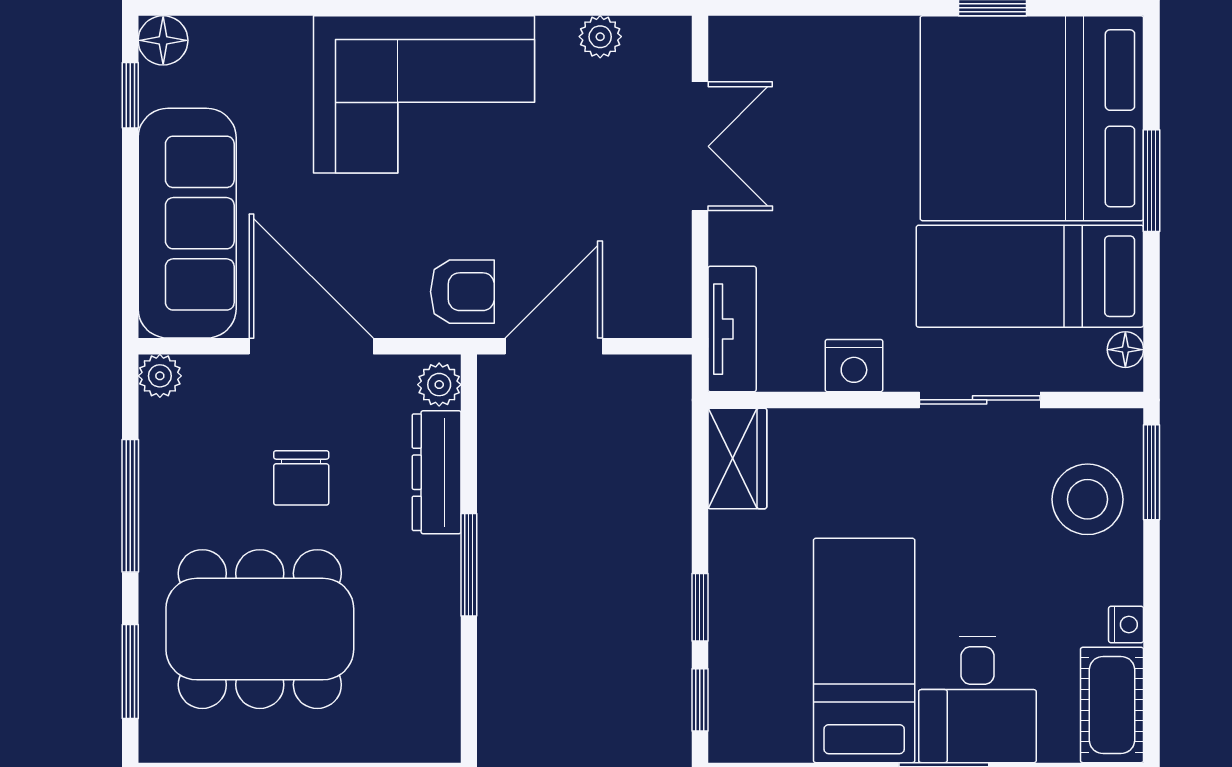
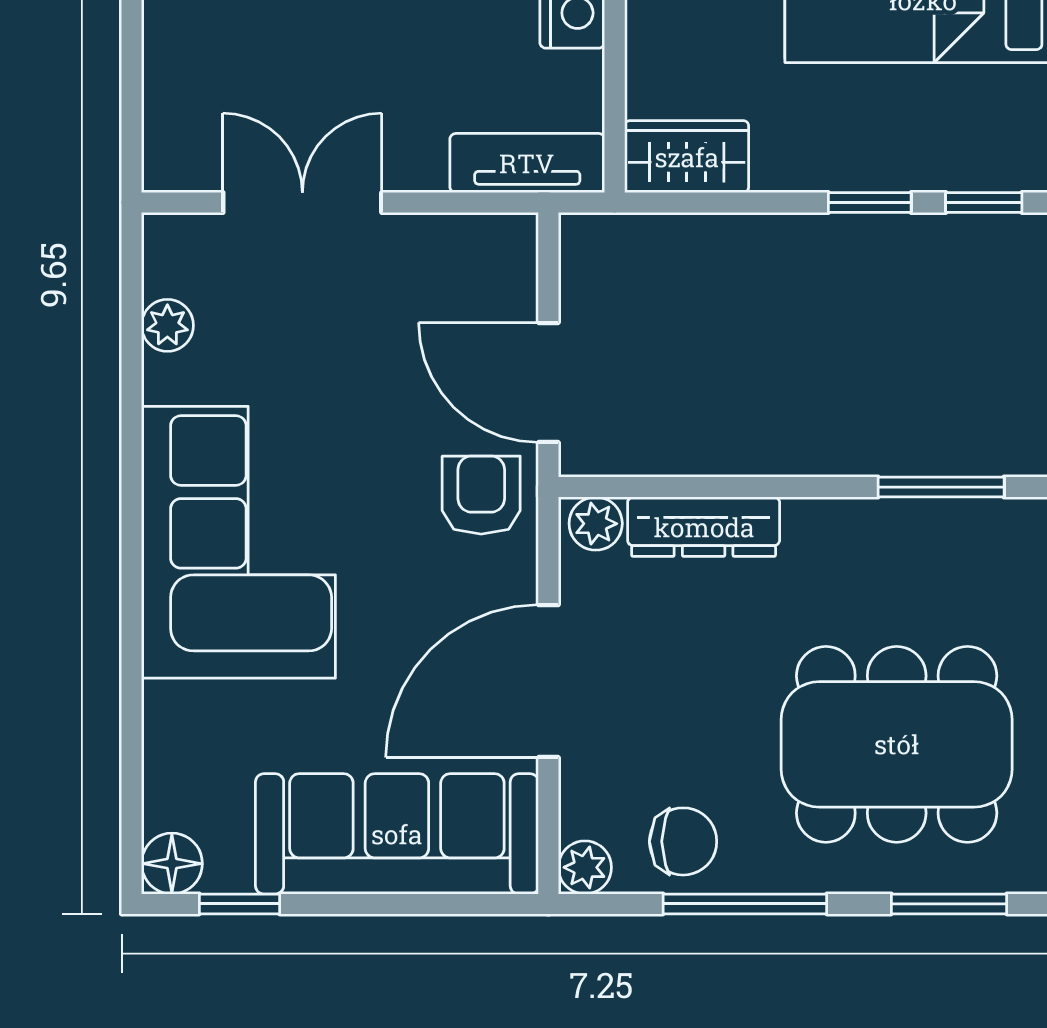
chair: (301, 478) -> (683, 841), moved
window: (469, 565) -> (941, 487), moved
dining table: (260, 629) -> (897, 744), turned 90

